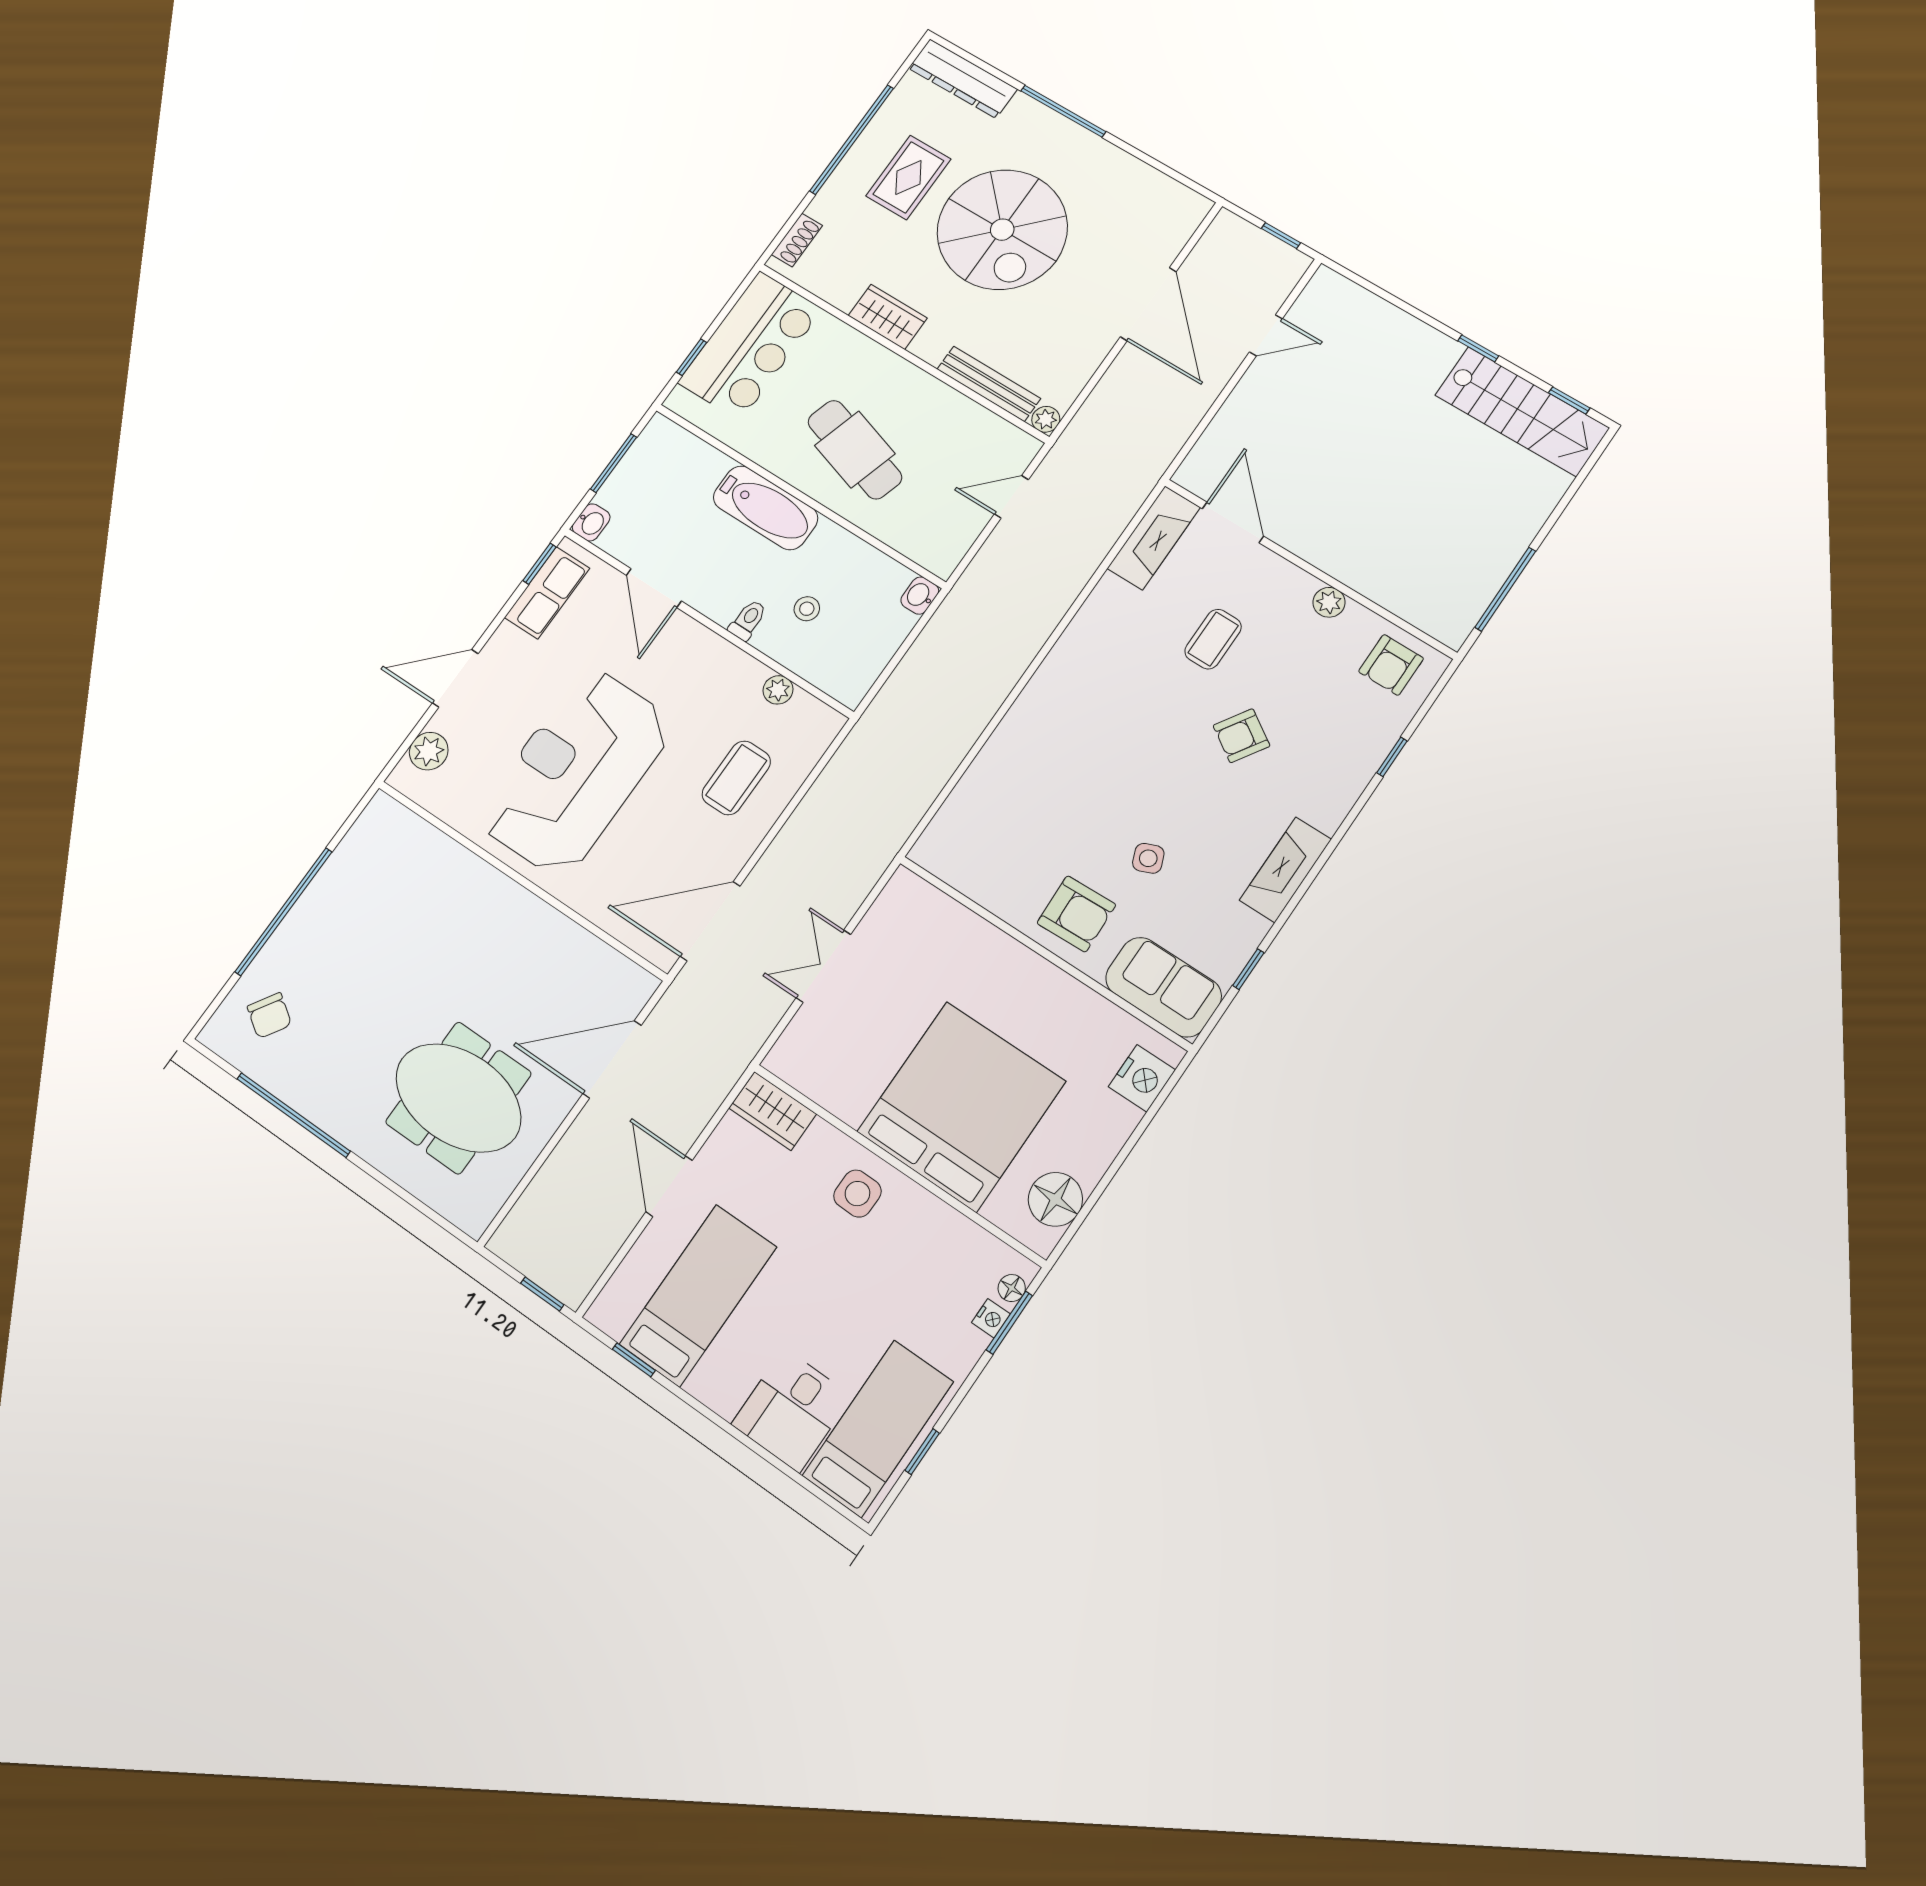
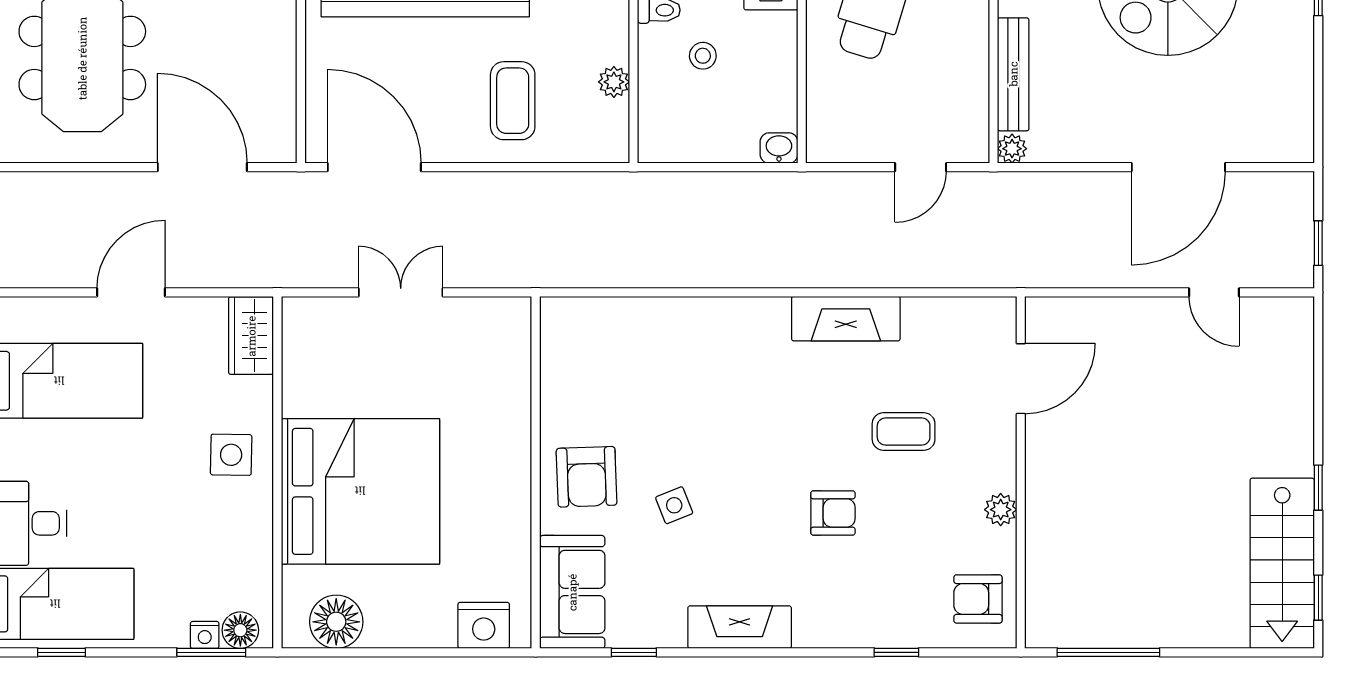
door: (1011, 497) -> (921, 167), swing flipped
fireplace: (1154, 538) -> (846, 319), moved
armchair: (1242, 736) -> (833, 513), turned 147
coffee table: (736, 778) -> (513, 101), turned 90
floor lamp: (1012, 1288) -> (240, 630), width x1.37, depth x1.37

